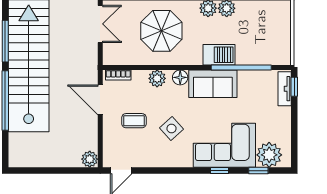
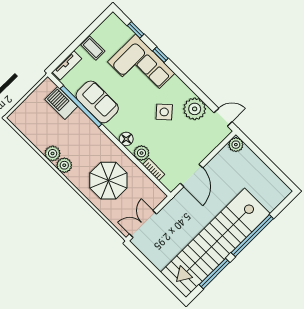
barbecue: (219, 55) -> (61, 103), moved
bookcase: (118, 75) -> (154, 170), moved
sofa: (213, 84) -> (97, 102), moved
window: (294, 87) -> (59, 60), removed
coffee table: (134, 121) -> (93, 48), moved
plant: (269, 155) -> (195, 109), moved

